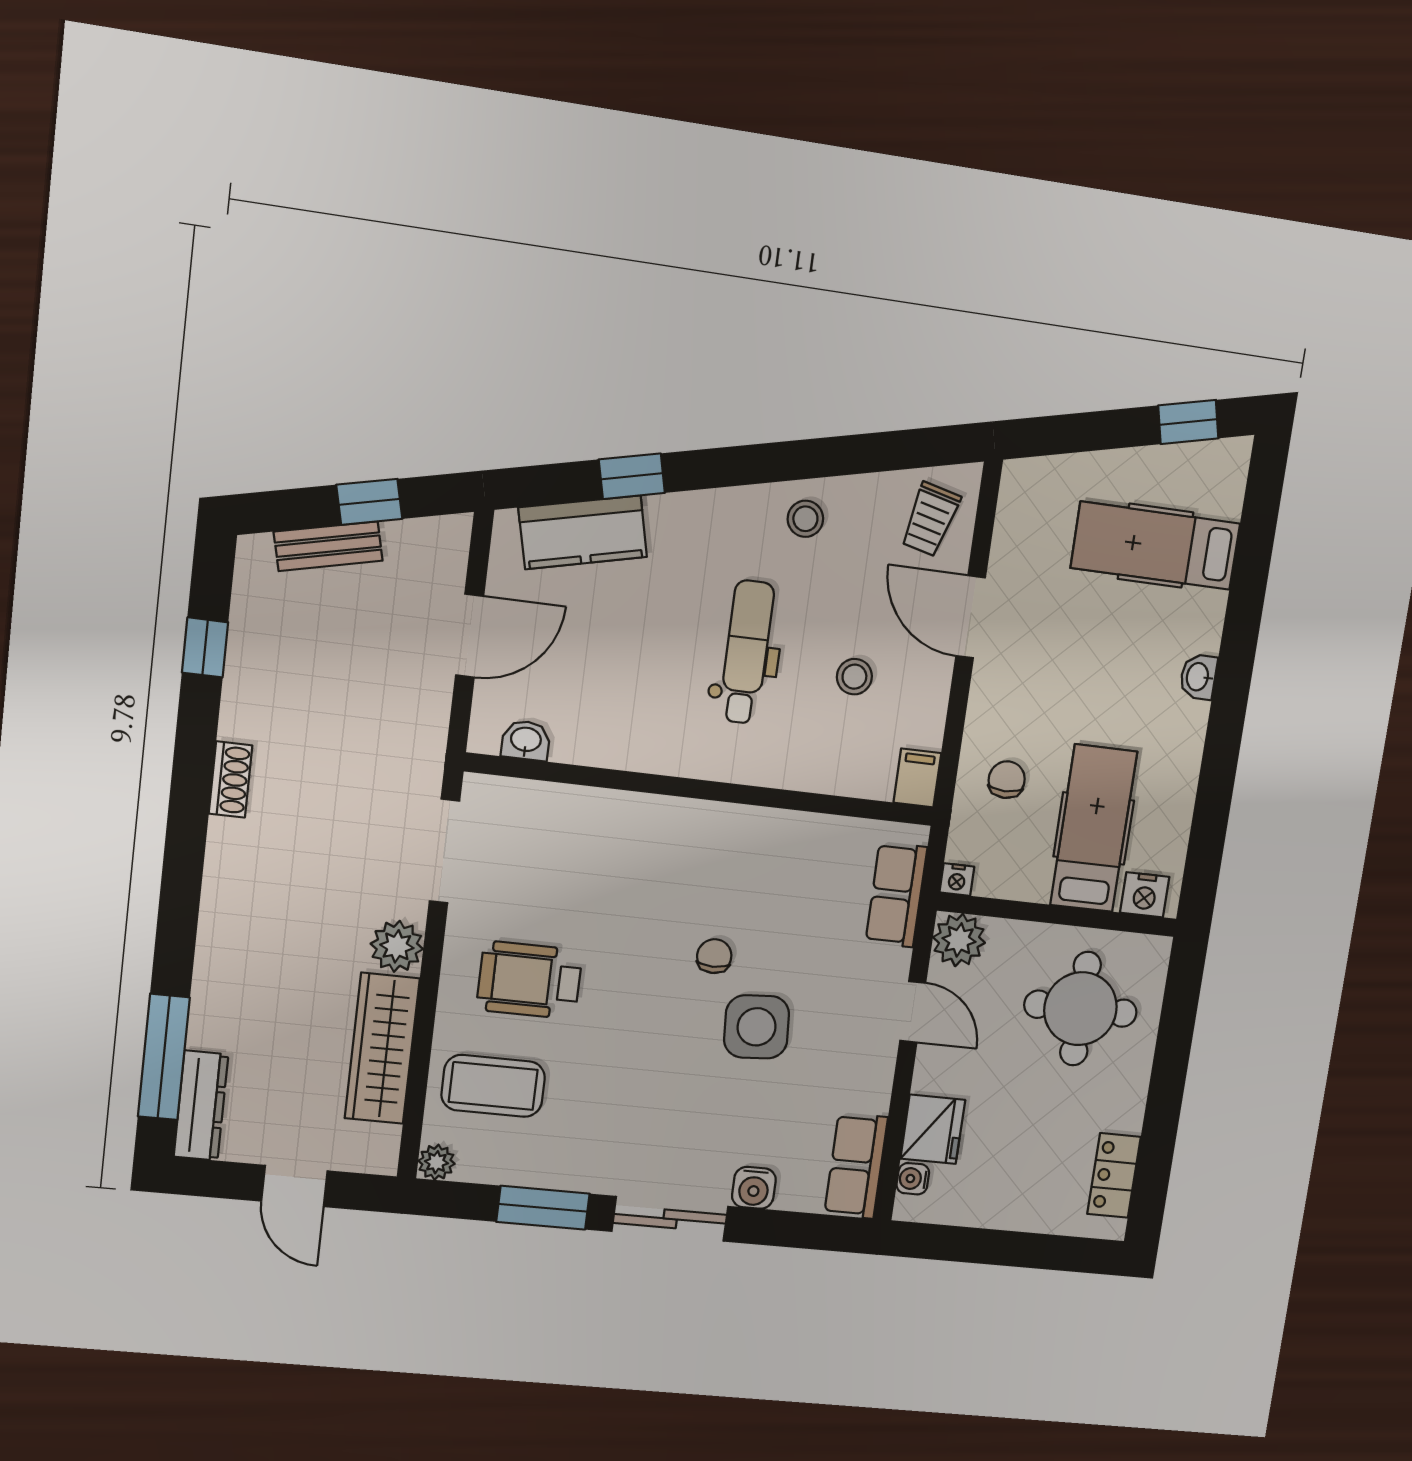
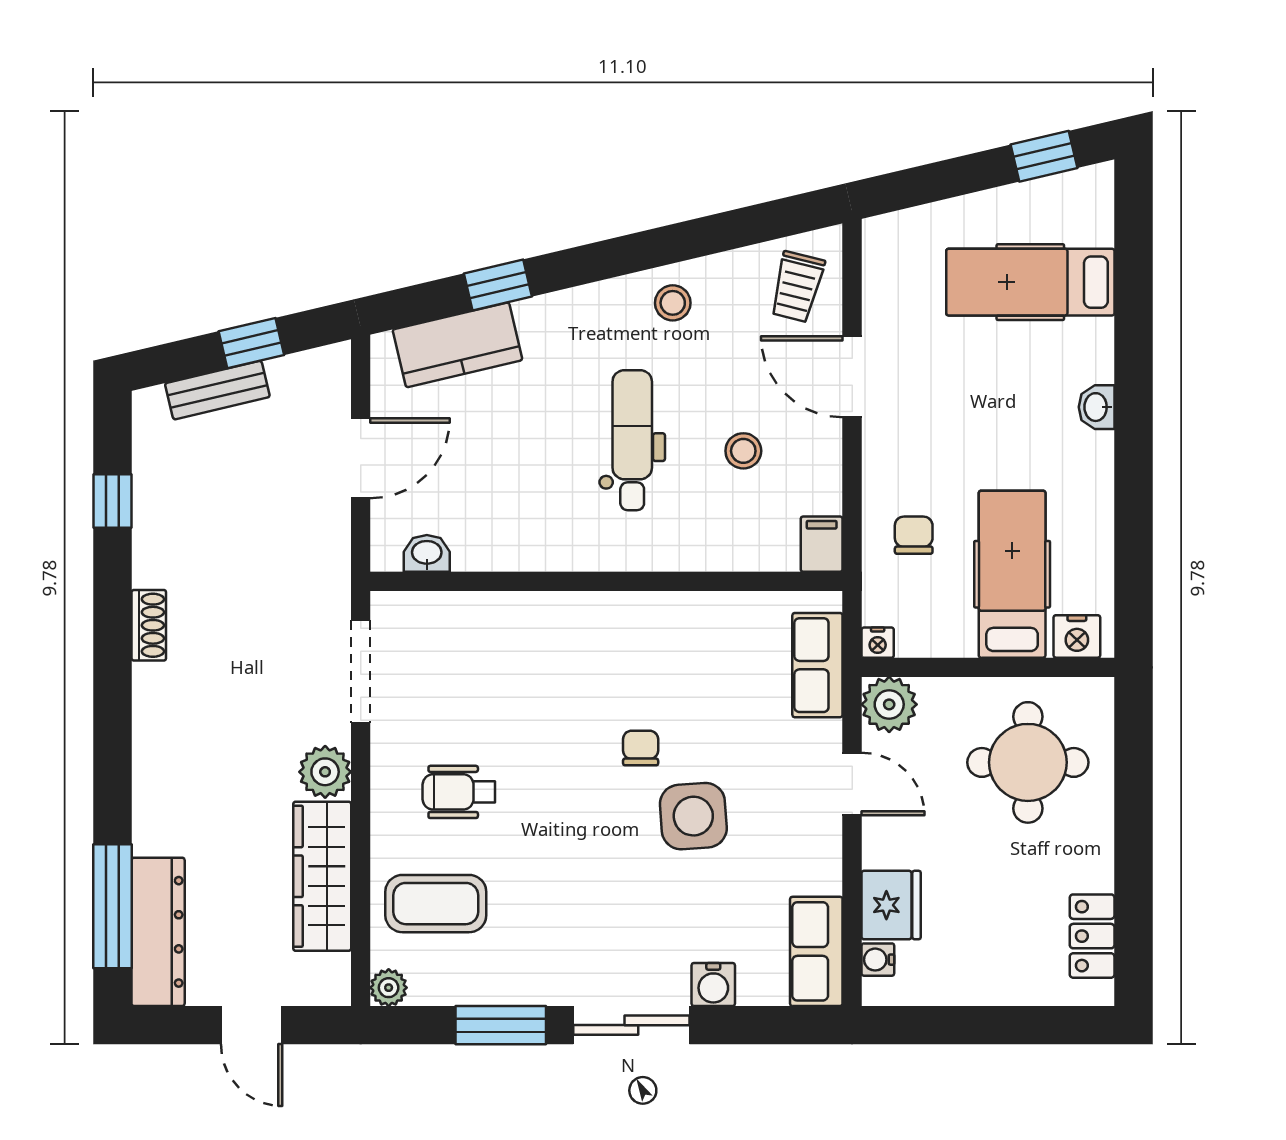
wheelchair: (529, 980) -> (459, 792), width x0.73, depth x0.73
dresser: (201, 1106) -> (158, 932), width x1.37, depth x1.24

